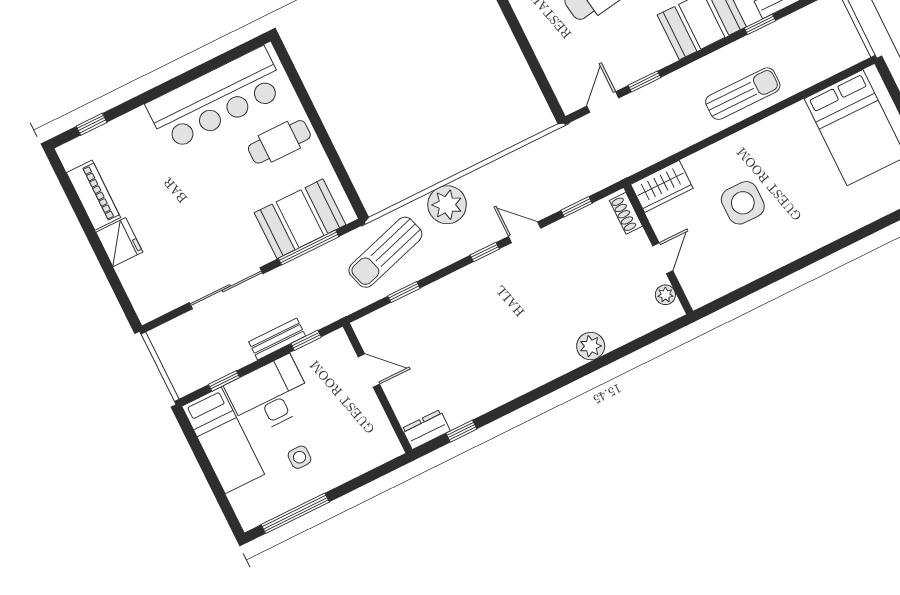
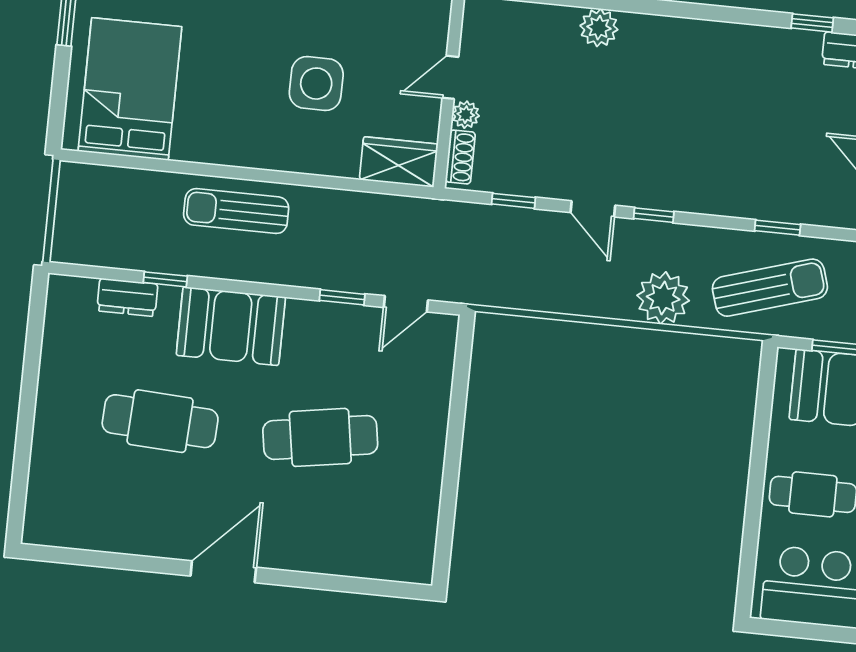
plant: (665, 295) -> (466, 115), moved

